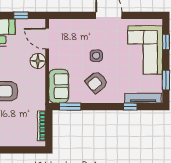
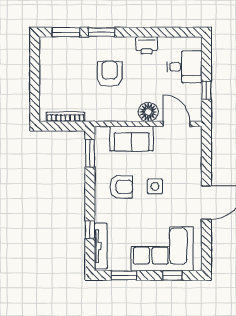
door: (47, 39) -> (177, 124), hinge flipped
armchair: (96, 82) -> (121, 187), turned 130
sofa: (59, 86) -> (132, 139), moved

